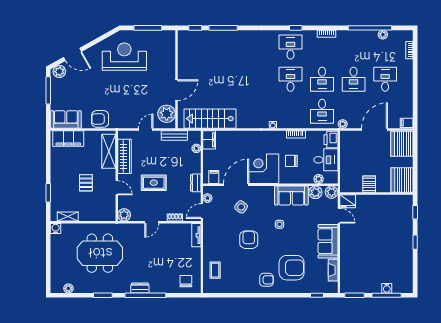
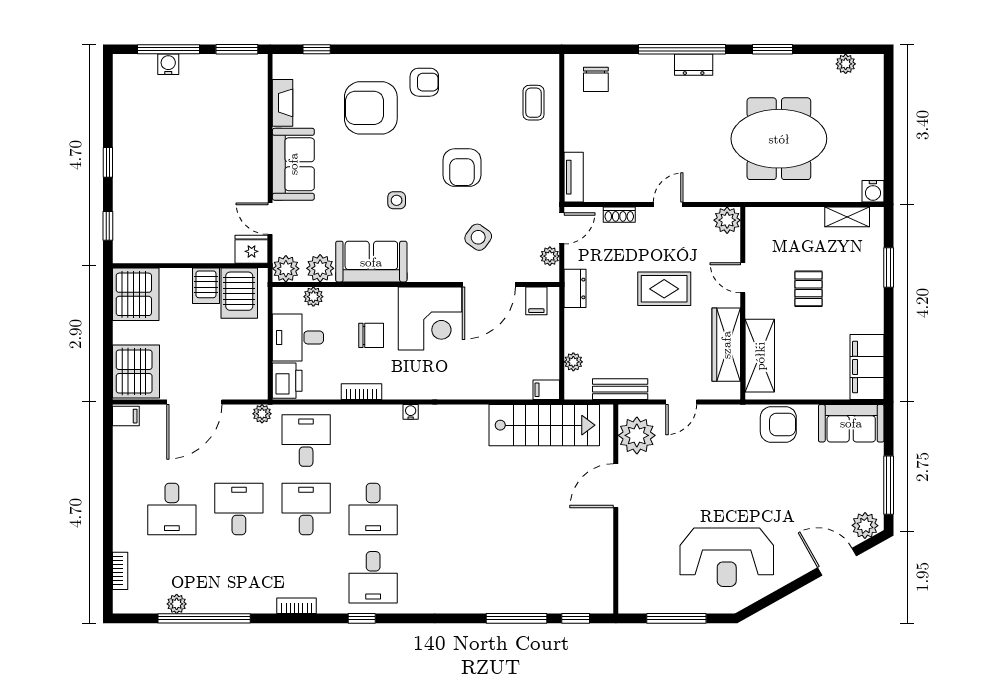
filing cabinet: (68, 139) -> (867, 367), moved, turned -90
filing cabinet: (209, 140) -> (546, 390), width x0.50
server rack: (353, 181) -> (239, 293), added
armchair: (266, 280) -> (424, 82), turned 180

